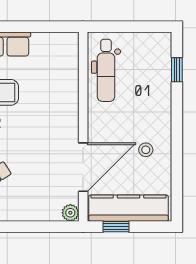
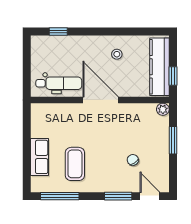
door: (83, 167) -> (101, 100), moved
window: (28, 227) -> (173, 140), added

